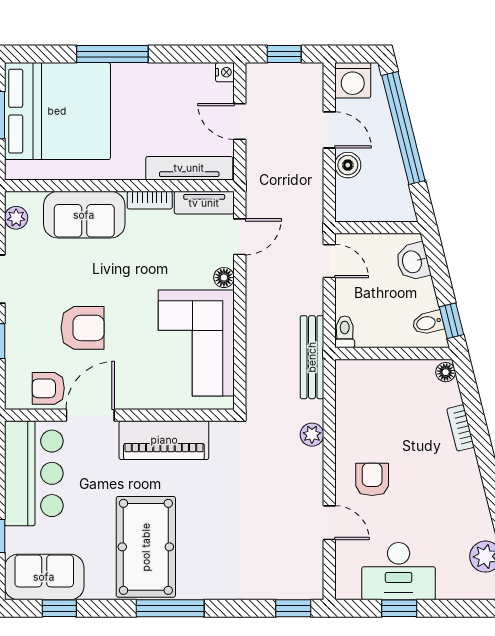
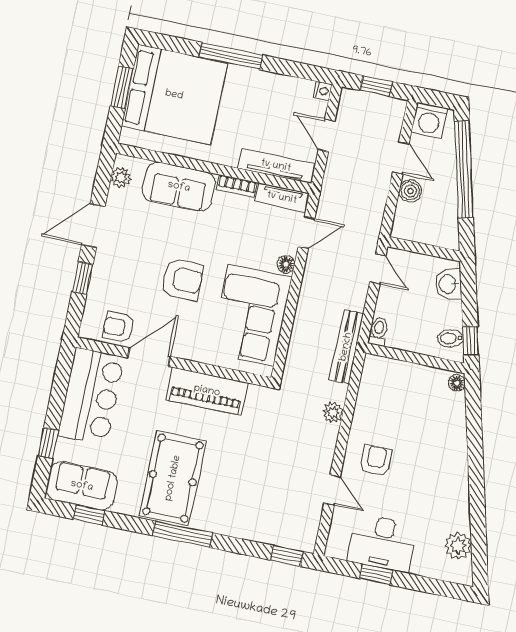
armchair: (82, 328) -> (182, 279), moved
bookcase: (460, 428) -> (459, 433), removed

